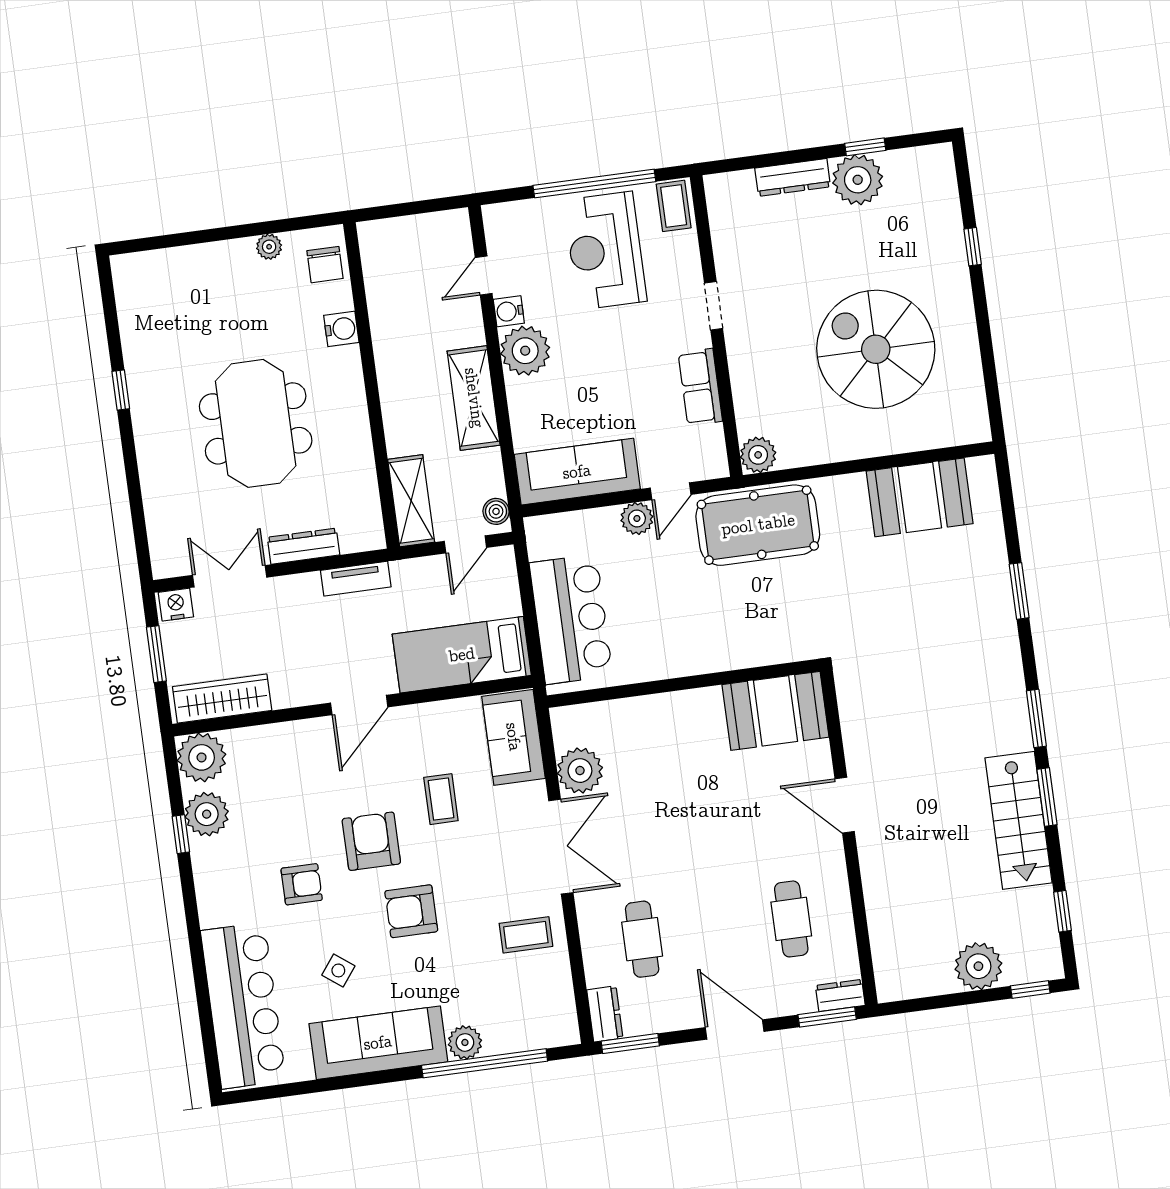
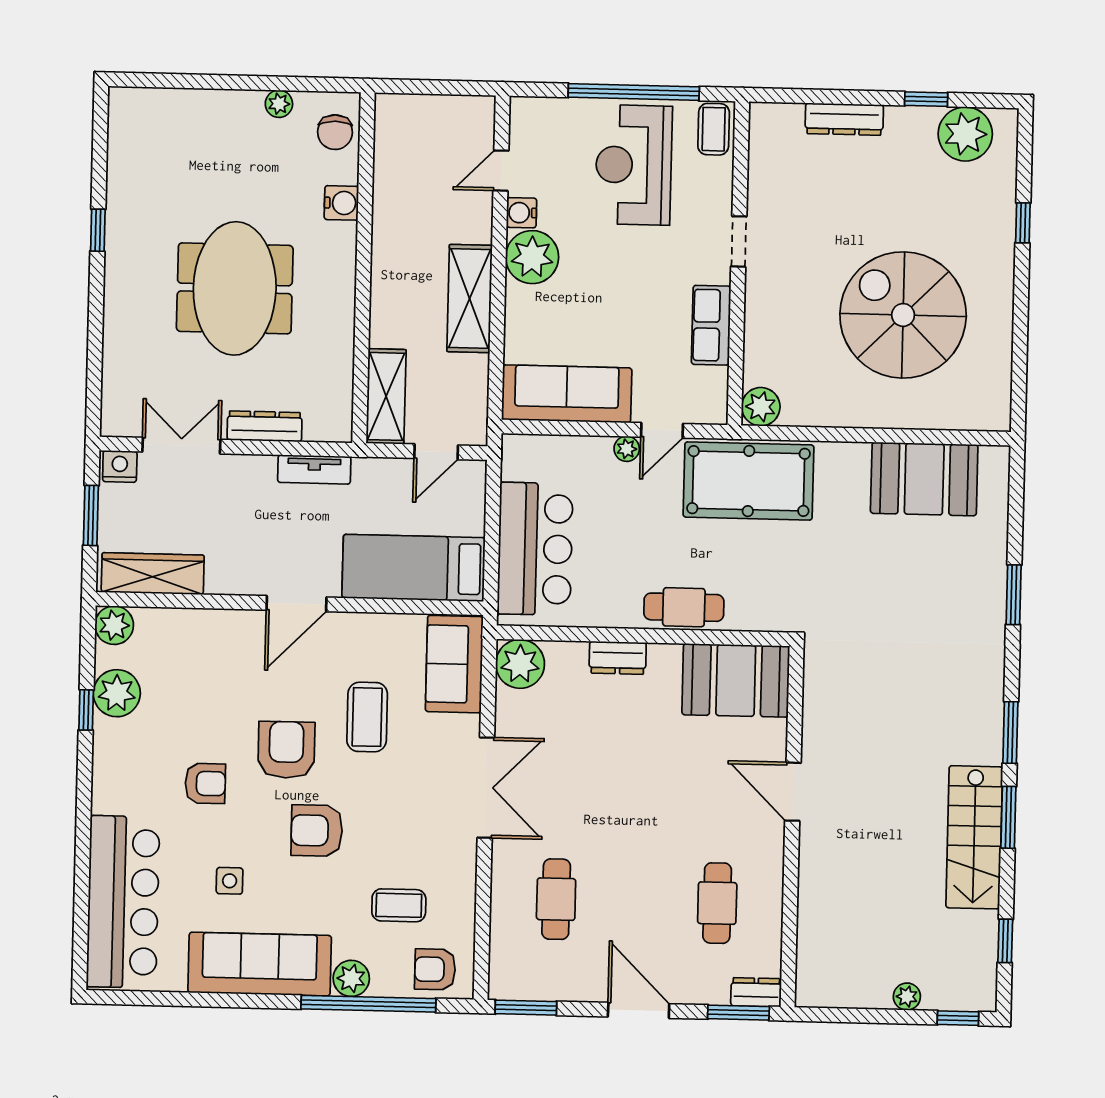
plant: (858, 180) -> (965, 134), moved
boiler: (496, 511) -> (474, 422), removed
plant: (637, 518) -> (627, 449), width x0.73, depth x0.73
cafe table: (717, 651) -> (684, 607), added
plant: (202, 757) -> (114, 625), width x0.73, depth x0.73
plant: (580, 771) -> (520, 664), moved
coffee table: (441, 799) -> (367, 717), width x1.36, depth x1.30
coffee table: (526, 935) -> (399, 905), moved
plant: (978, 966) -> (907, 997), width x0.53, depth x0.53
side table: (338, 970) -> (230, 881), turned -37
dresser: (605, 1014) -> (618, 658), moved, turned 90
armchair: (541, 1022) -> (435, 969), added

